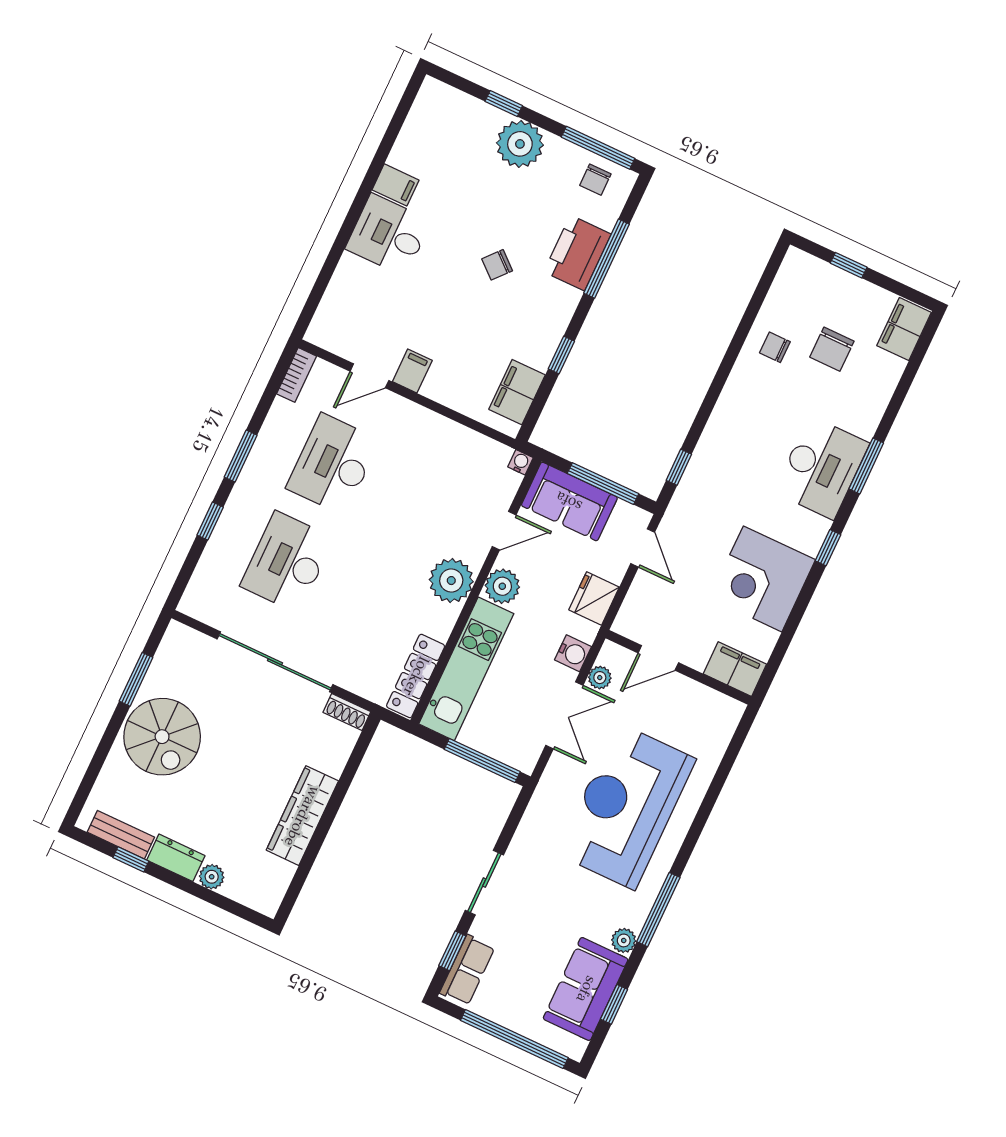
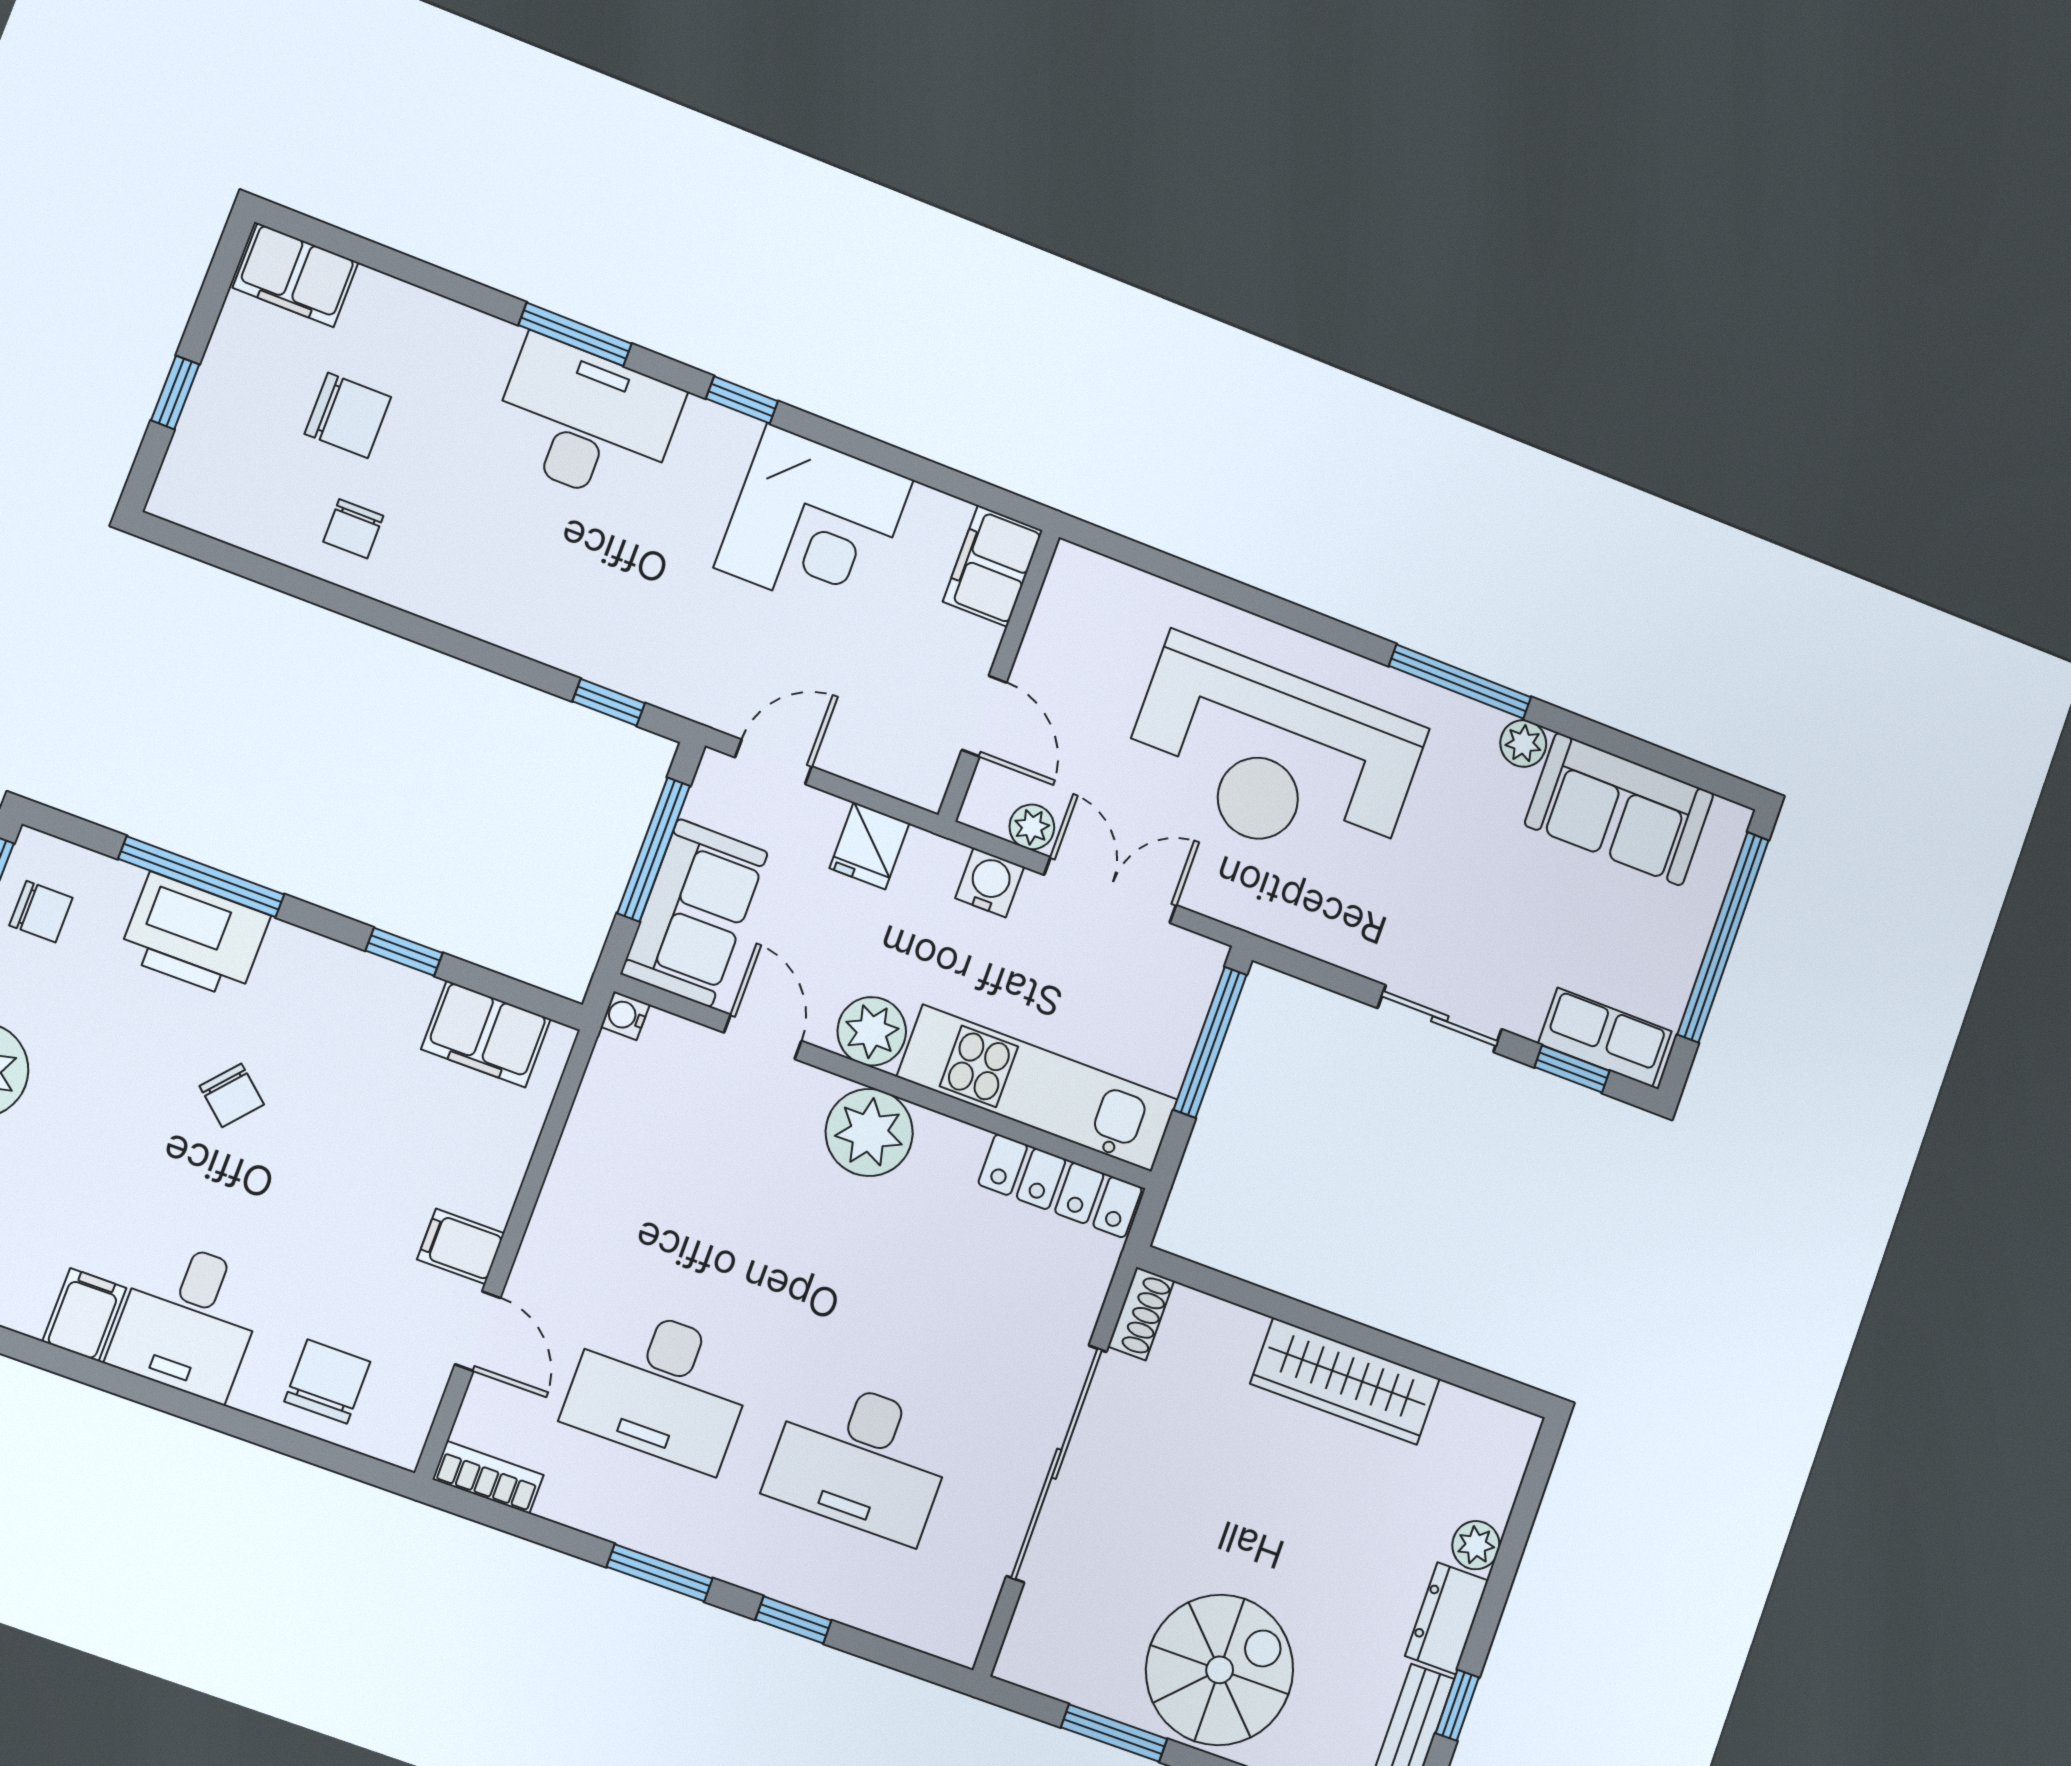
chair: (351, 300) -> (327, 1382), added
fridge: (594, 598) -> (869, 846), width x0.72
window: (614, 1004) -> (1642, 753), removed

